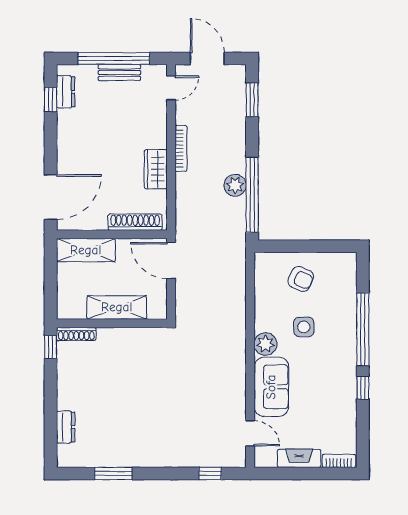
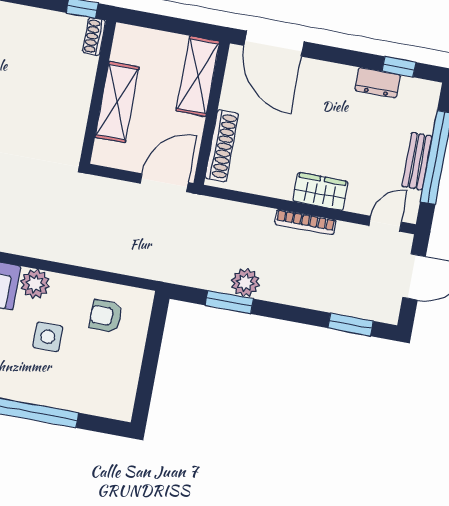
door: (171, 88) -> (385, 224), swing flipped
dresser: (66, 92) -> (378, 83), moved
wardrobe: (156, 169) -> (320, 191), moved
window: (252, 195) -> (229, 302), width x0.47
armchair: (301, 279) -> (106, 316), moved, turned 66
shoe rack: (76, 334) -> (94, 36), width x0.70

